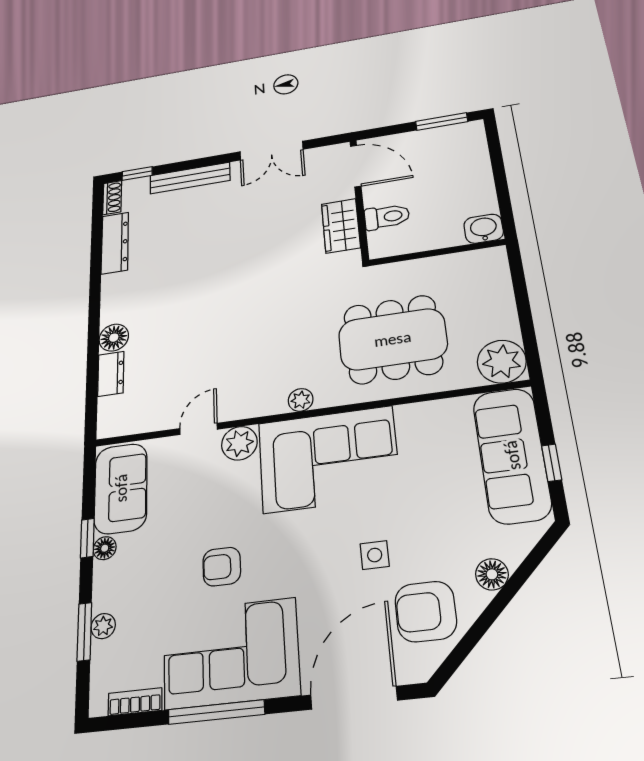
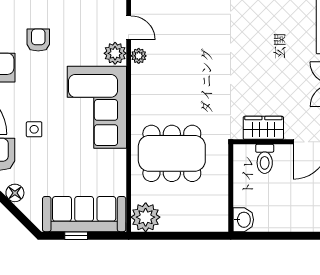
dining table: (393, 339) -> (172, 153), turned 90
plant: (301, 400) -> (139, 56), moved

